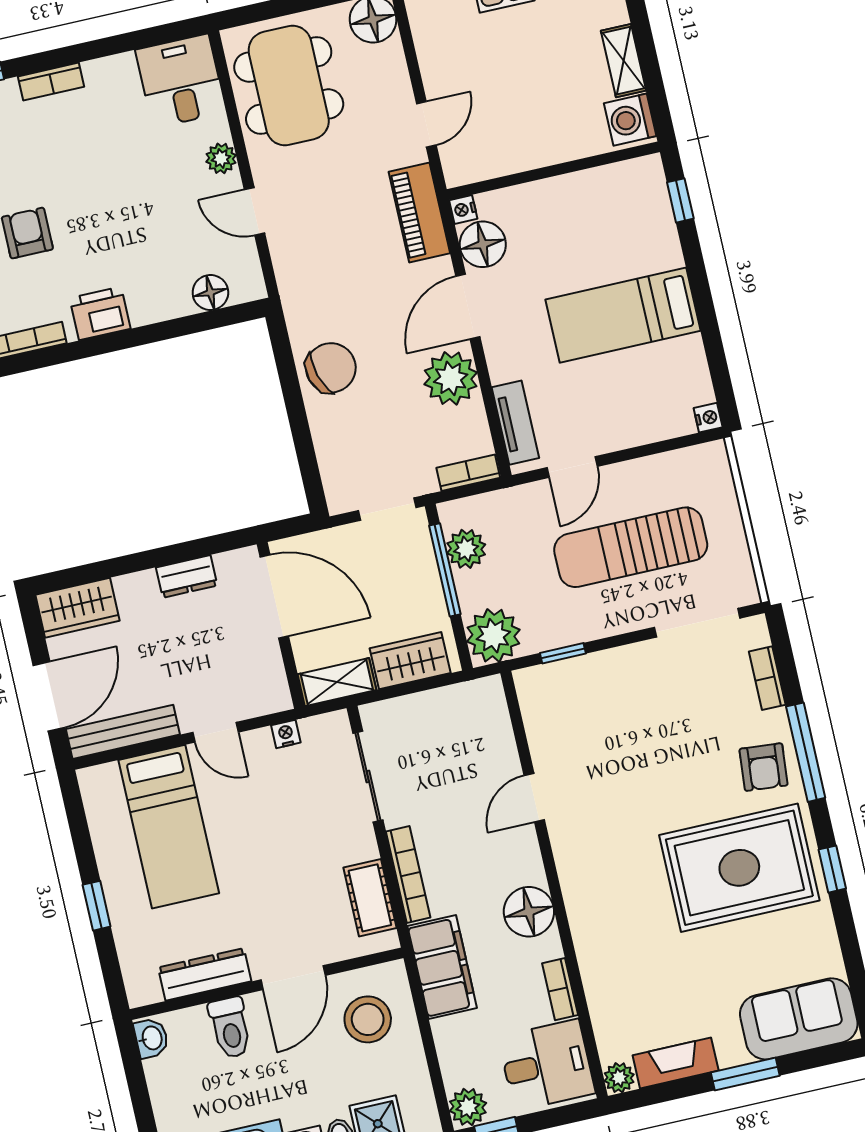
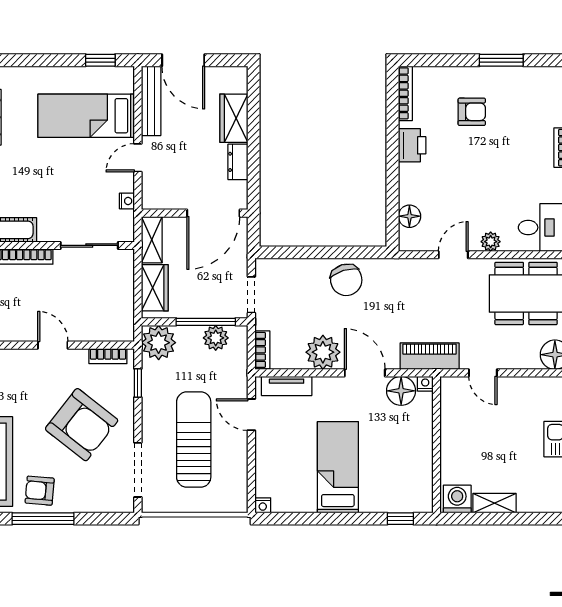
wardrobe: (77, 608) -> (234, 118), moved
bookcase: (767, 678) -> (108, 356), moved, turned 180
armchair: (647, 726) -> (82, 425), added
window: (97, 906) -> (100, 60), moved

